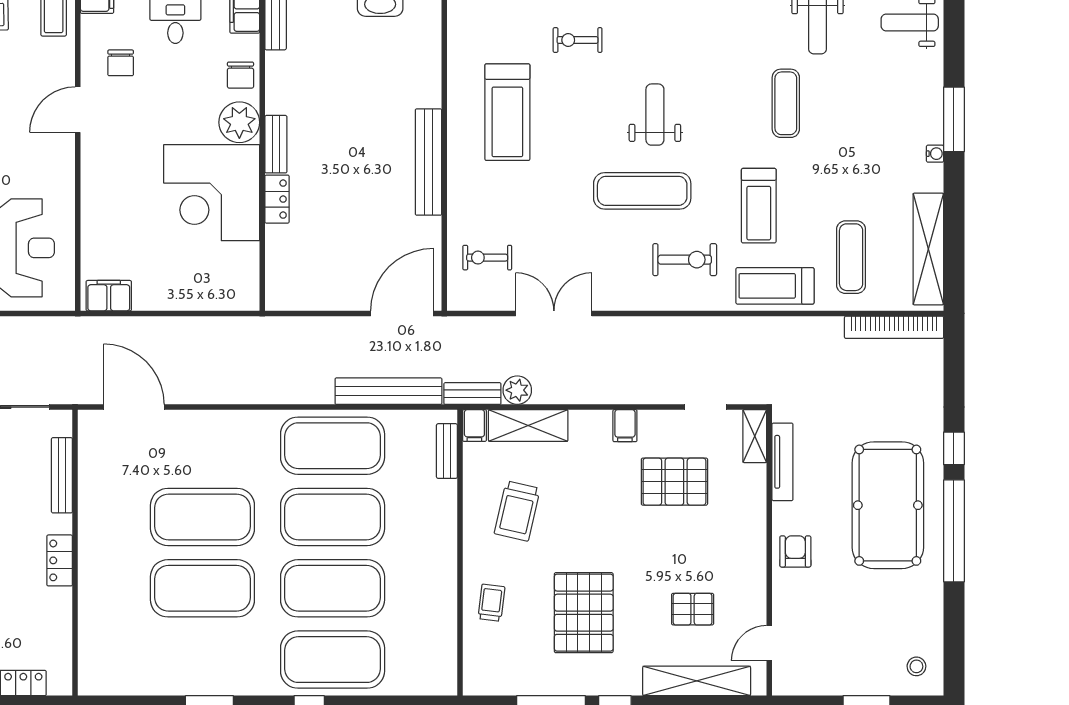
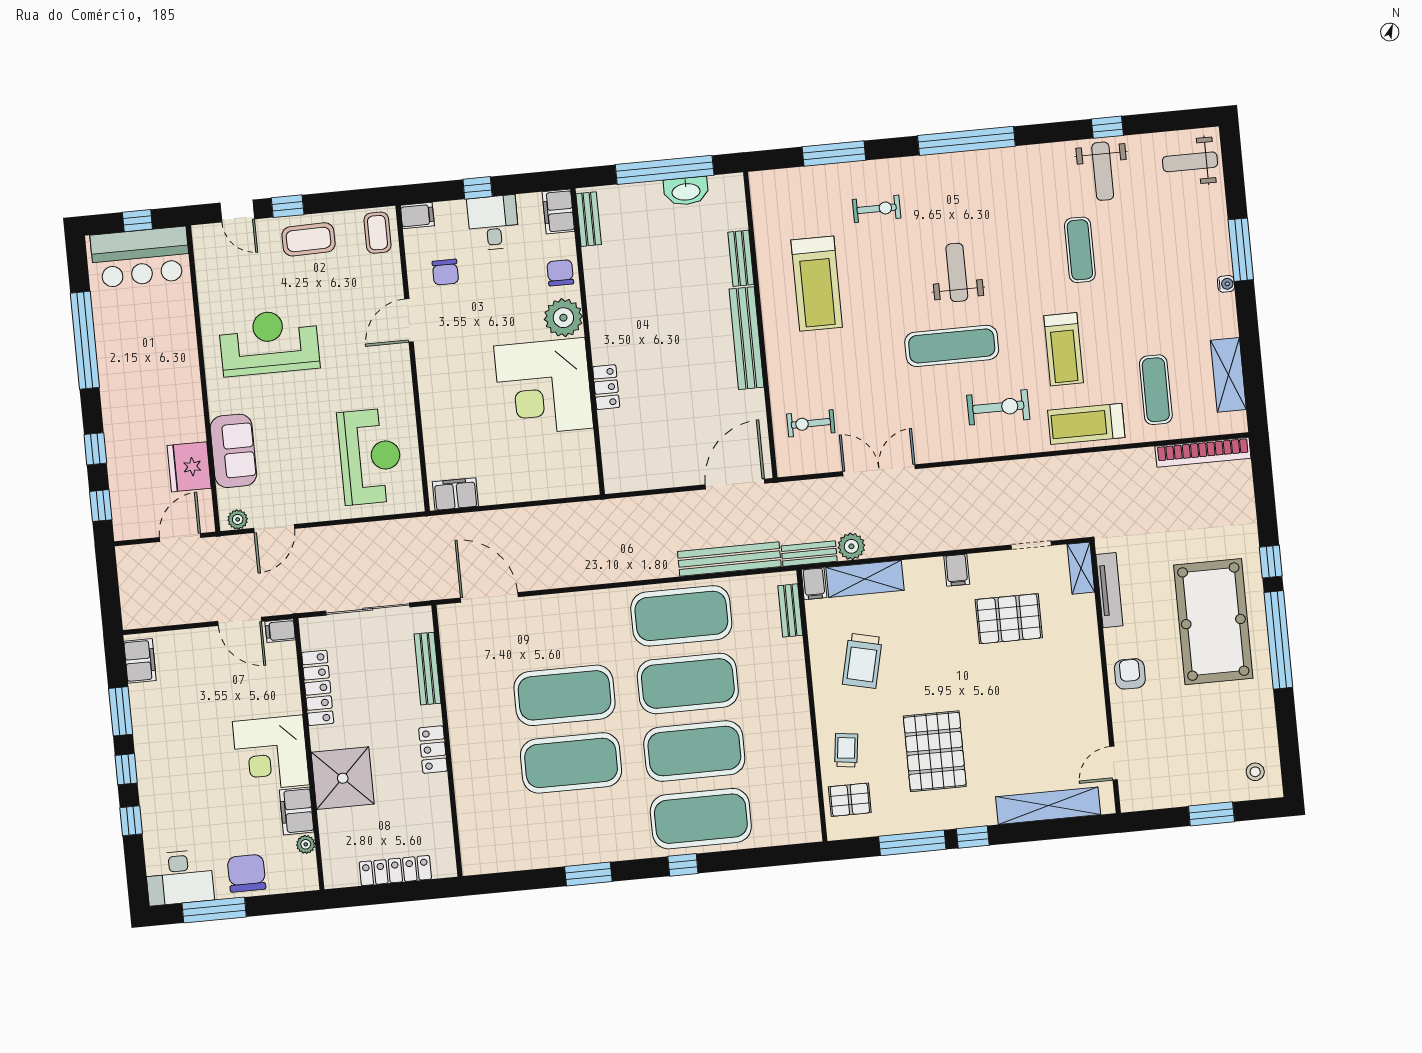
exercise bike: (577, 40) -> (877, 209), turned 180
chair: (240, 75) -> (560, 273), turned 180
bench: (276, 144) -> (741, 258), moved
shelving: (928, 249) -> (1228, 375), width x0.68
pallet: (693, 609) -> (850, 800), moved

